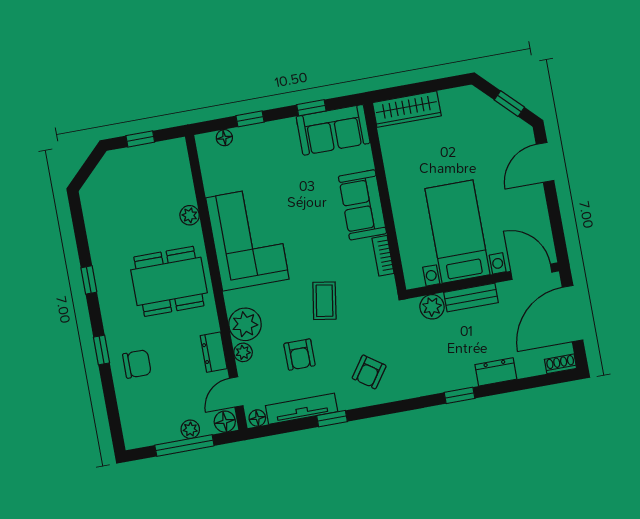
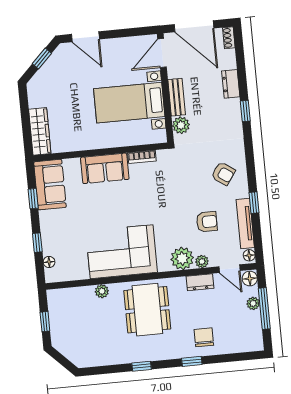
coffee table: (324, 301) -> (170, 201), removed

